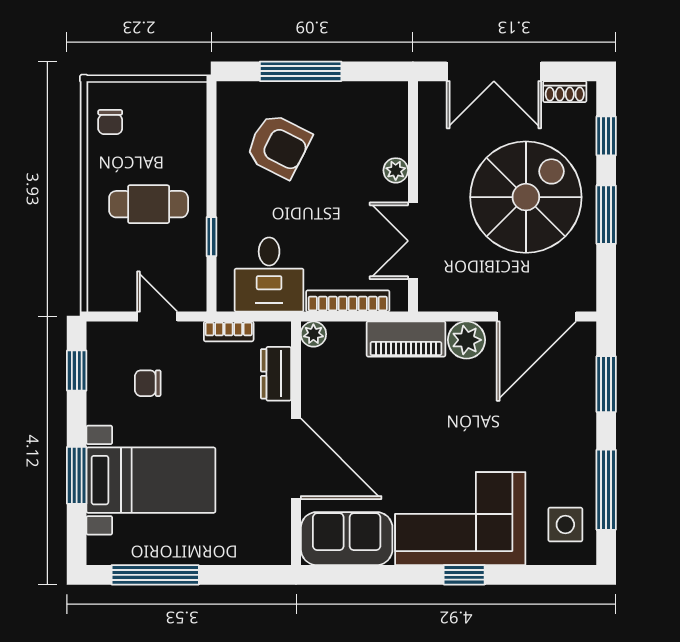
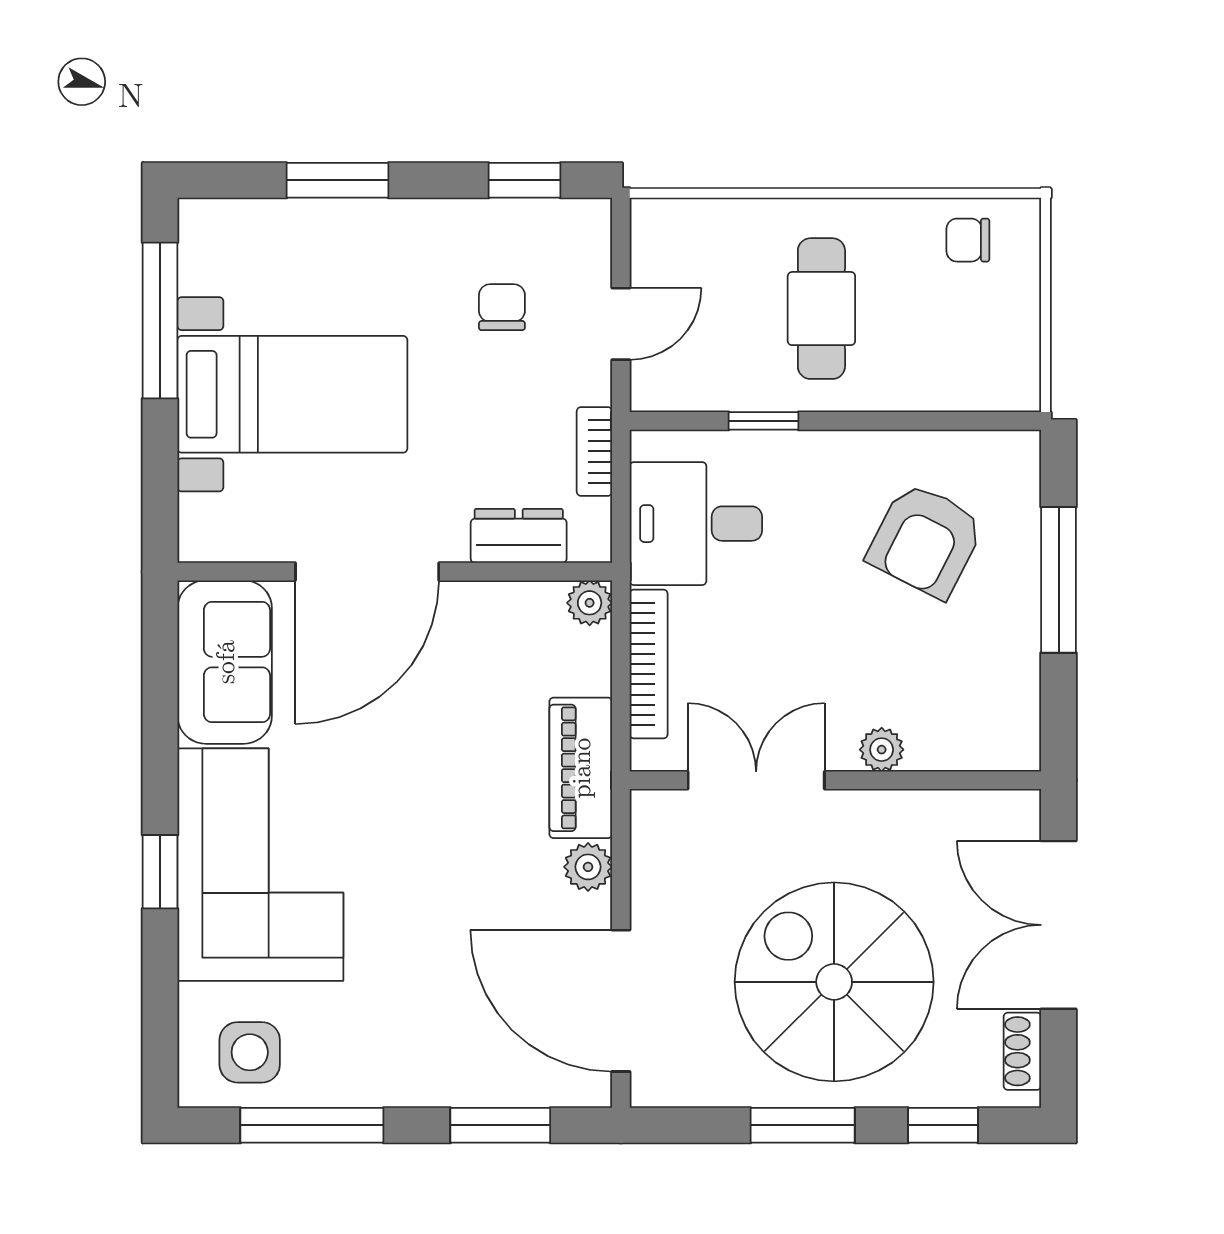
spiral stairs: (526, 197) -> (834, 982), turned 180
plant: (467, 340) -> (588, 867), width x0.73, depth x0.73
bed with nightstands: (151, 480) -> (292, 394), moved, turned -90

